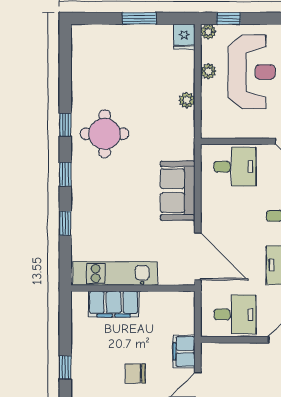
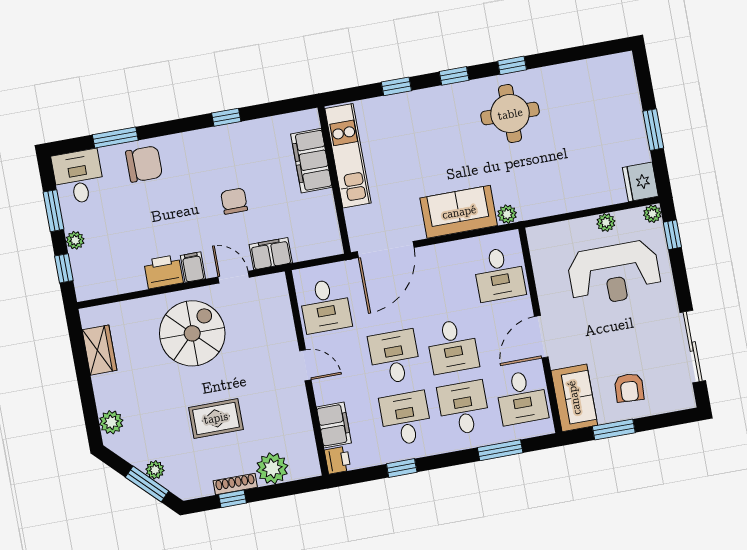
fridge: (184, 37) -> (640, 182), width x1.38
plant: (187, 100) -> (507, 214), moved

